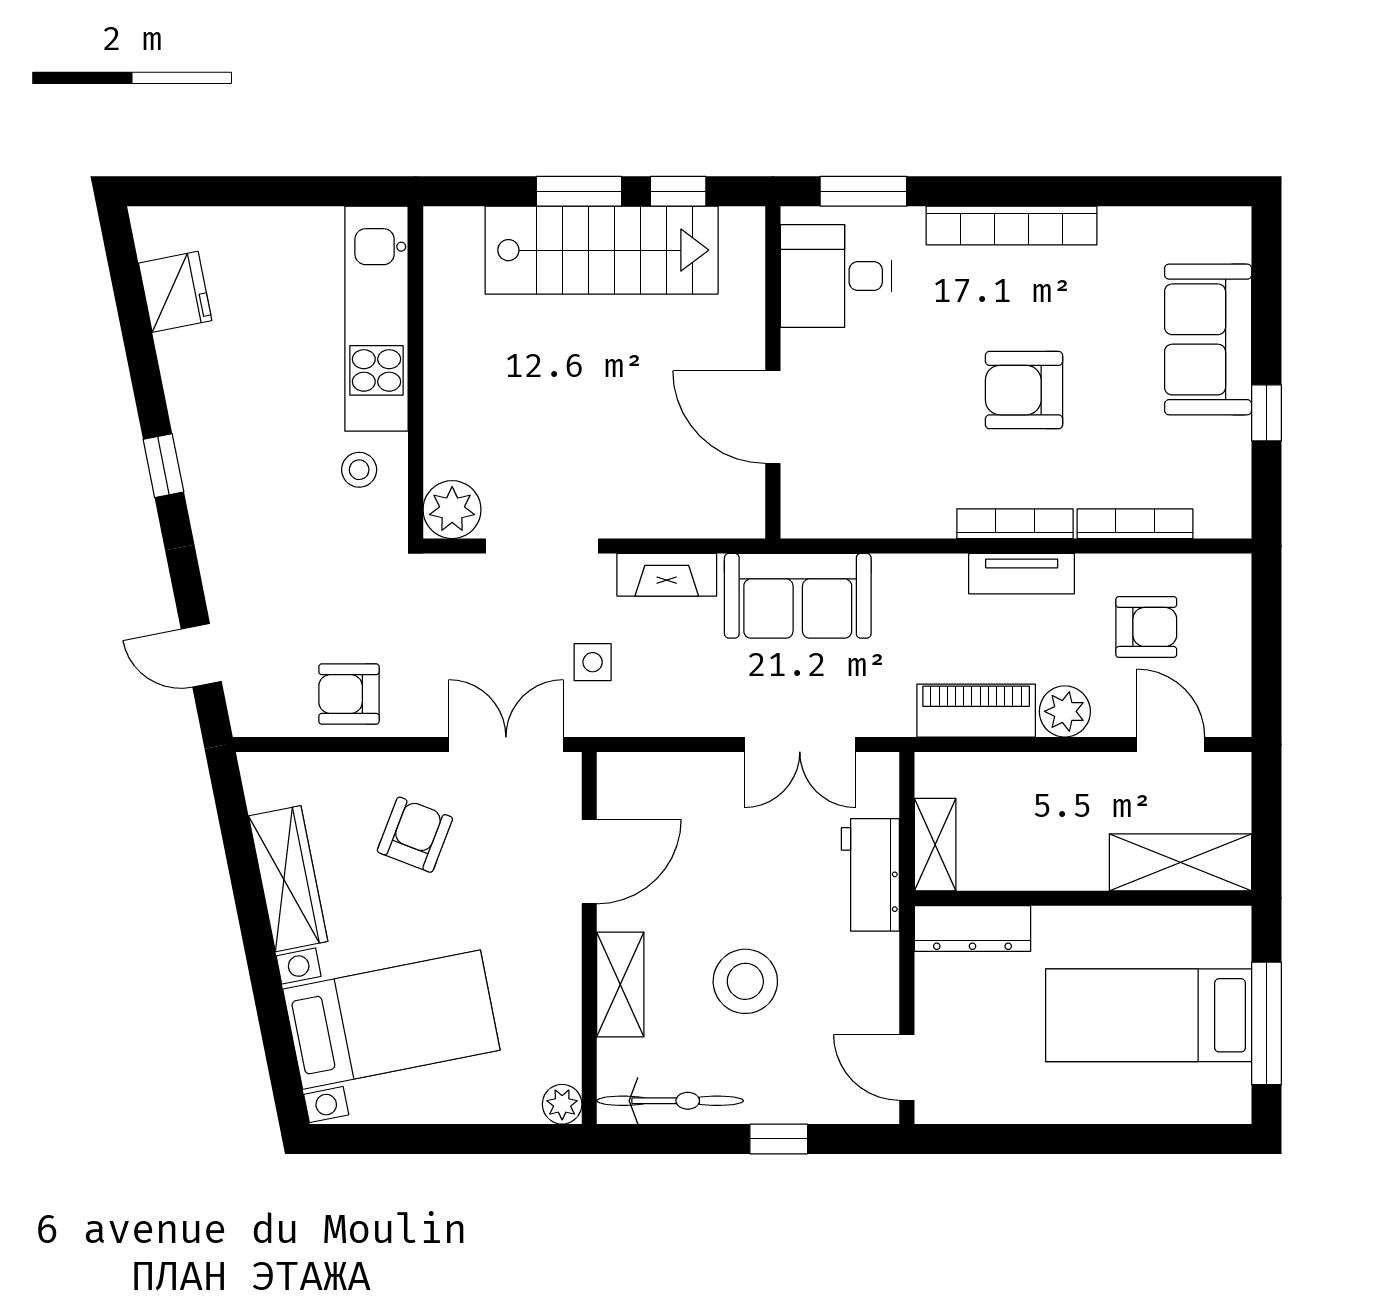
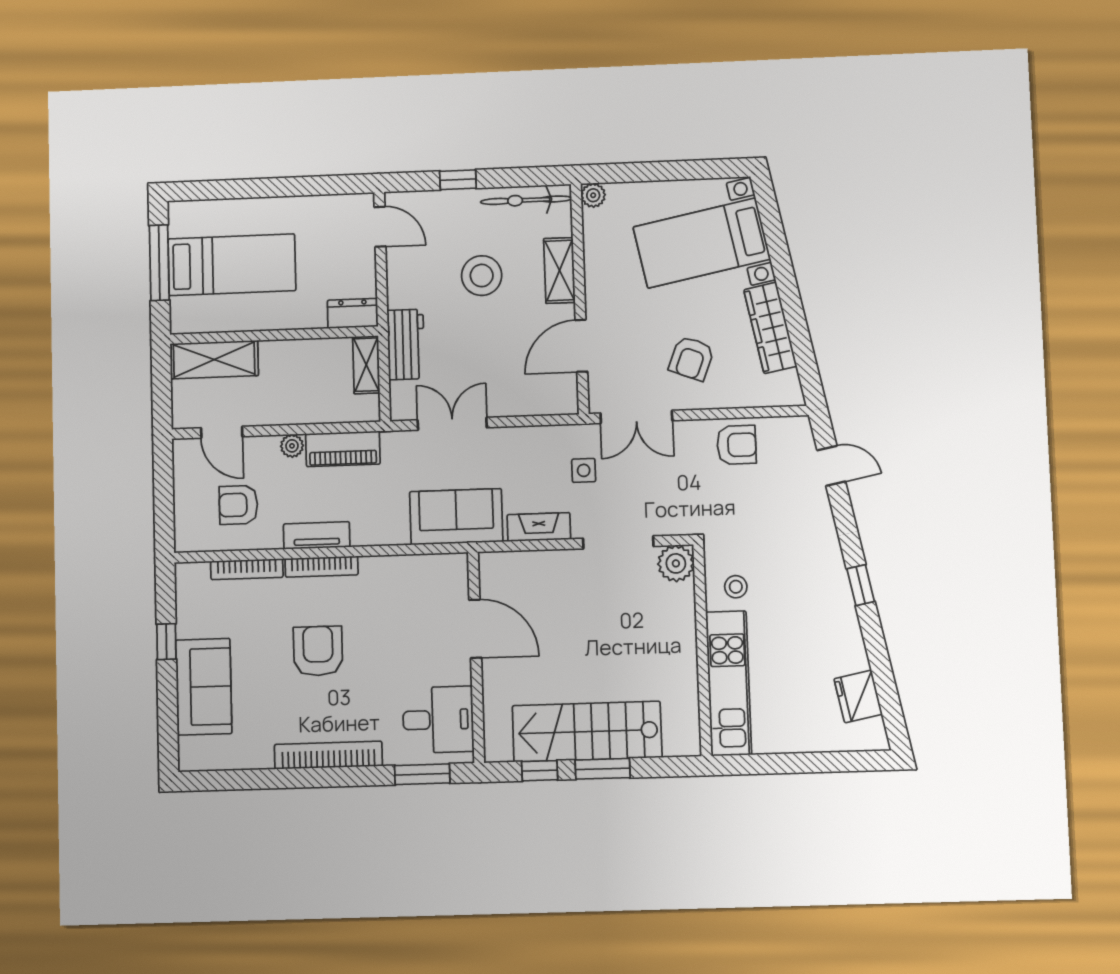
armchair: (1024, 390) -> (318, 651), turned -90
plant: (1065, 711) -> (292, 446), width x0.73, depth x0.73
dresser: (972, 928) -> (353, 313), width x0.70

